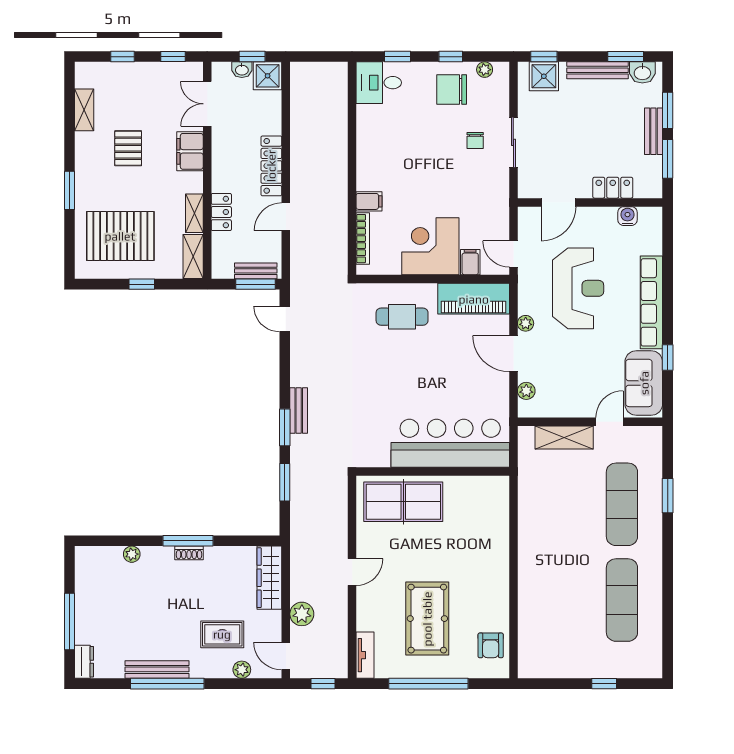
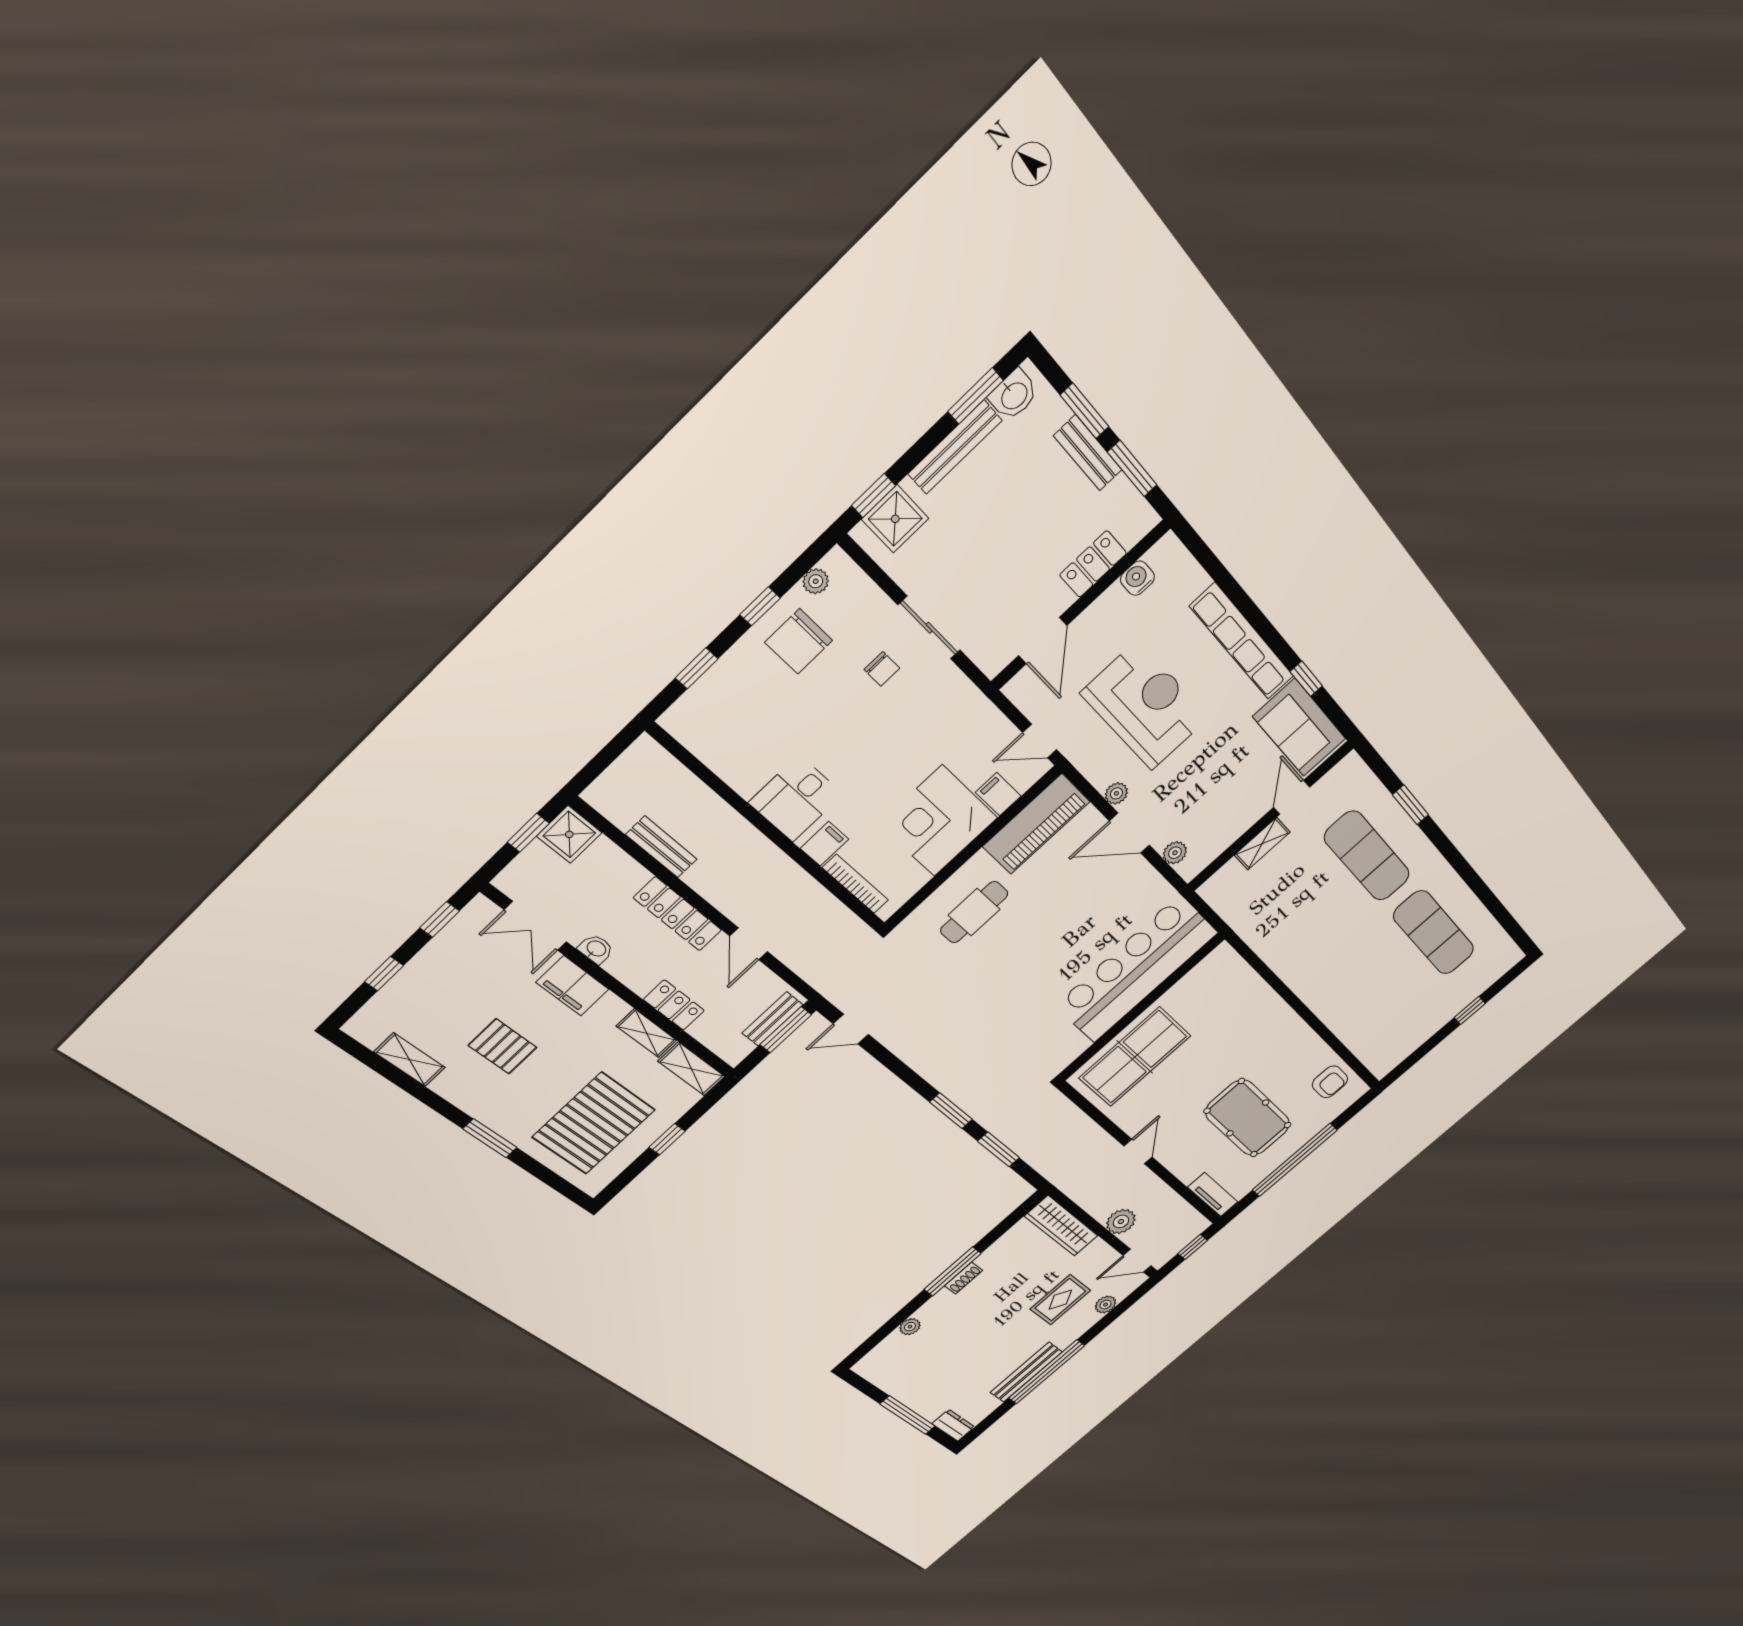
washbasin: (242, 70) -> (596, 949), moved, turned -90
desk: (379, 83) -> (796, 799), moved
bench: (299, 411) -> (661, 847), moved
shelving: (564, 438) -> (1262, 844), width x0.67, depth x0.75

